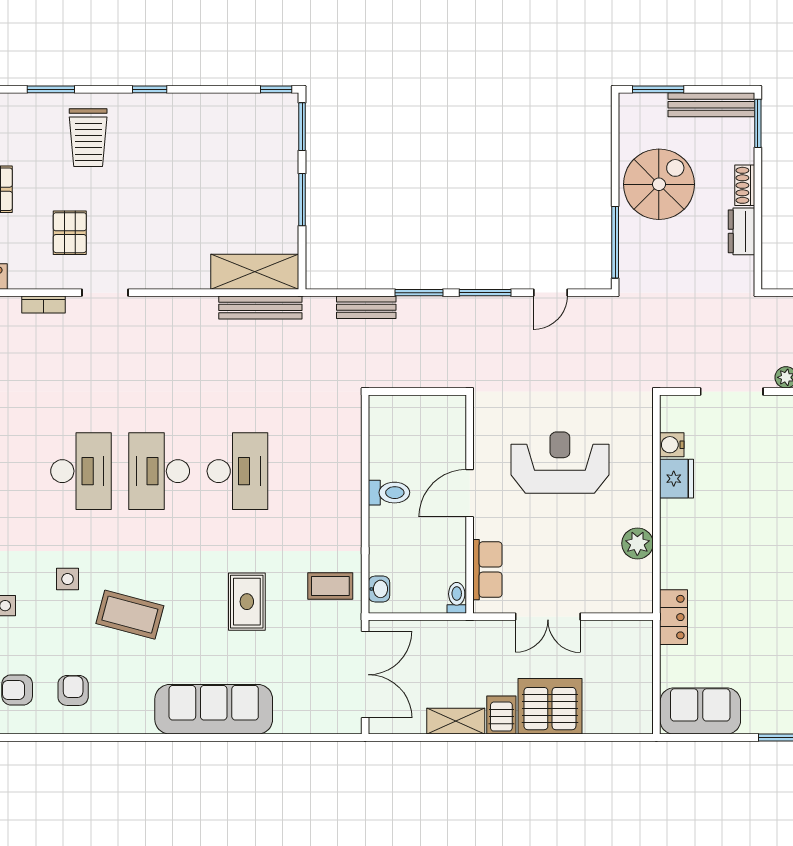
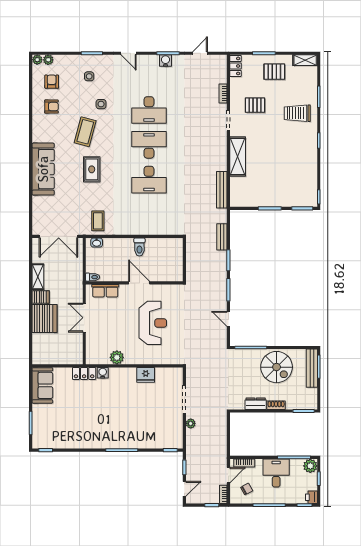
bench: (711, 105) -> (312, 368), moved
shelving: (255, 272) -> (238, 156), moved
water cooler: (672, 445) -> (103, 373), moved
rug: (247, 602) -> (92, 169), moved, turned 90

